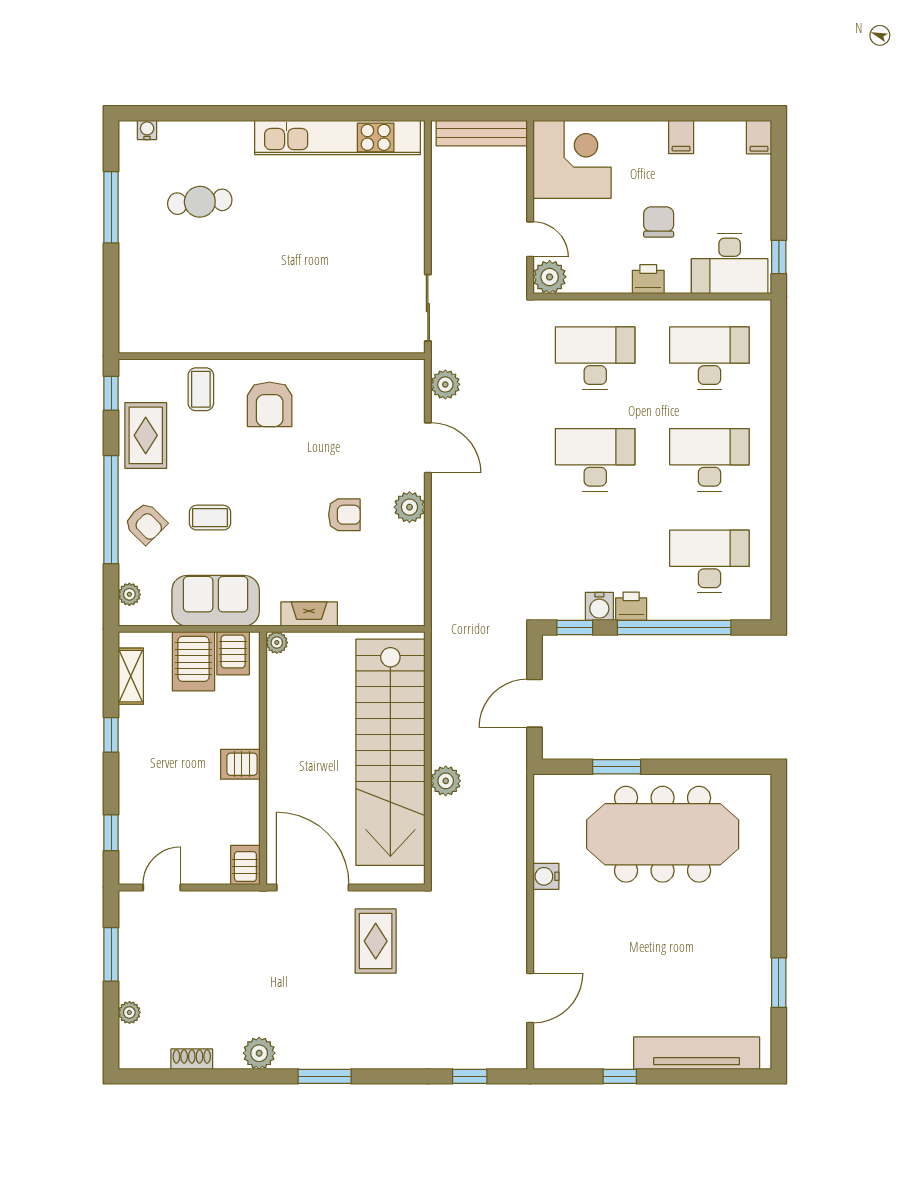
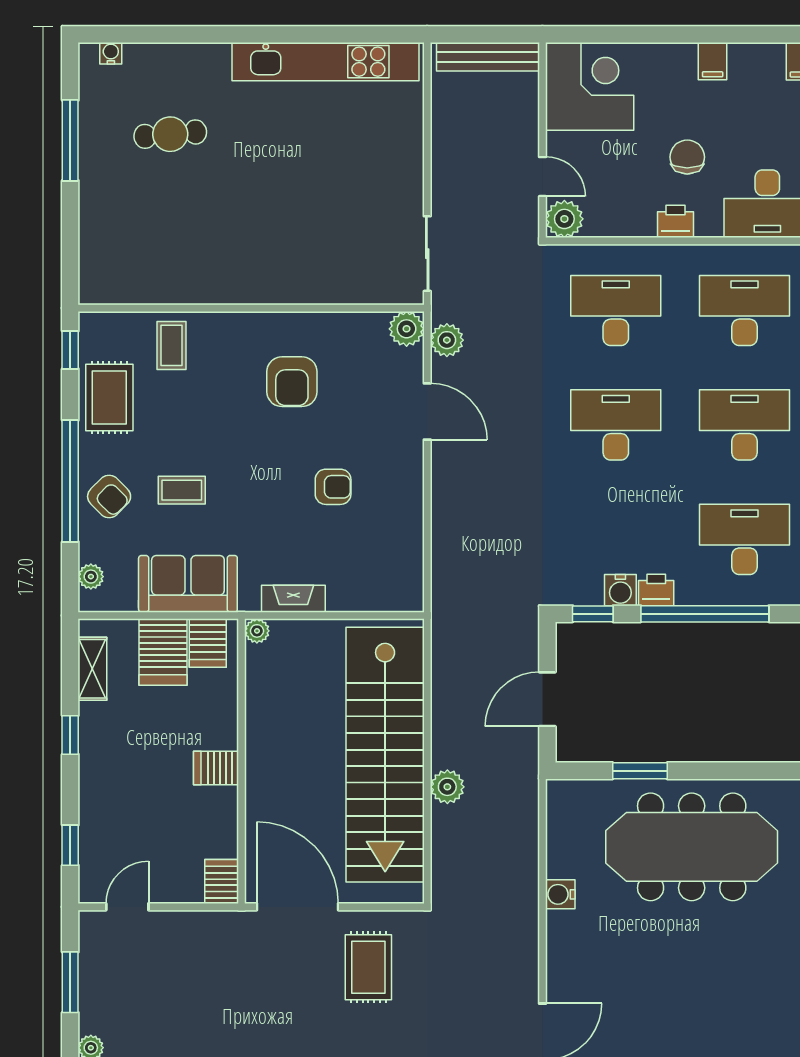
armchair: (270, 404) -> (292, 382), moved
plant: (409, 507) -> (407, 329), moved

